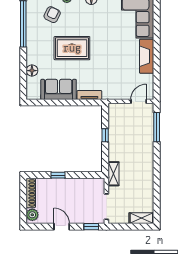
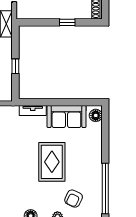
rug: (72, 48) -> (52, 162), turned 90
floor lamp: (32, 71) -> (96, 115), moved

